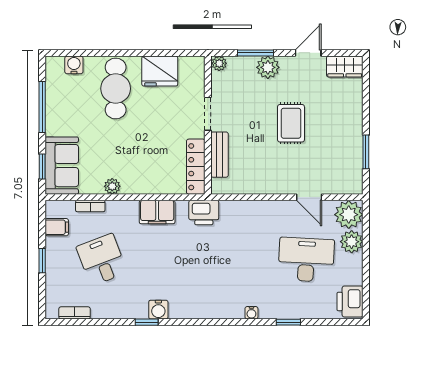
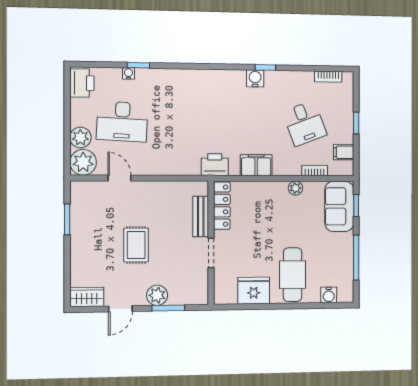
plant: (219, 63) -> (201, 298), removed
water cooler: (251, 313) -> (128, 73), moved

